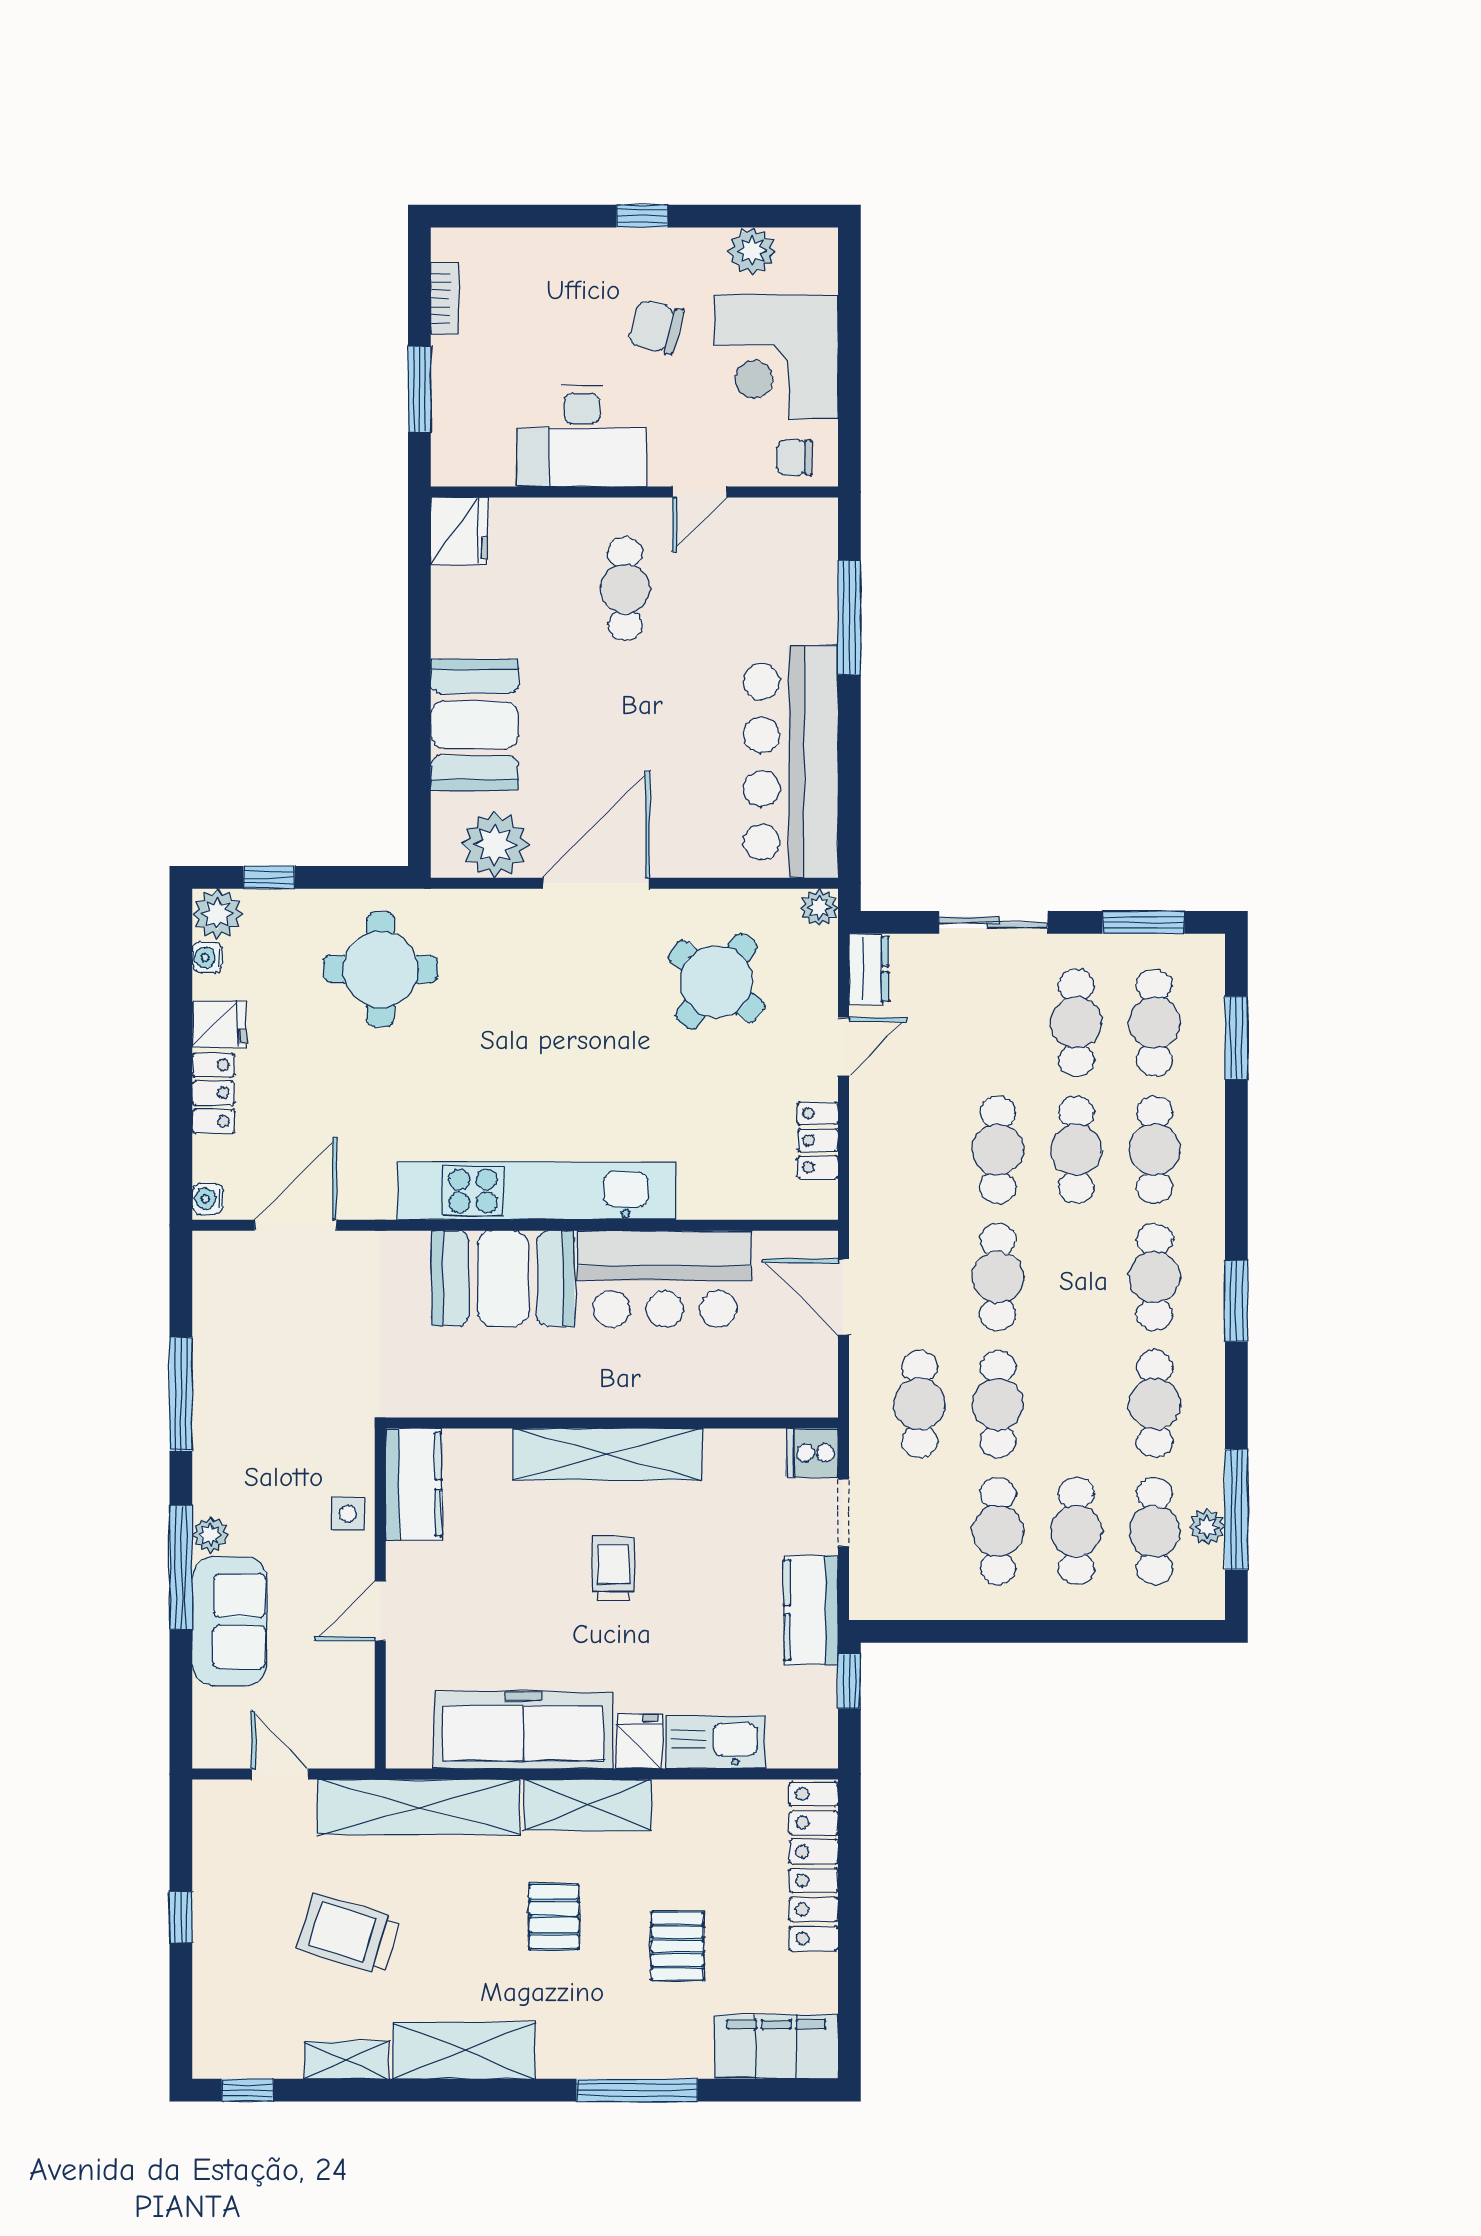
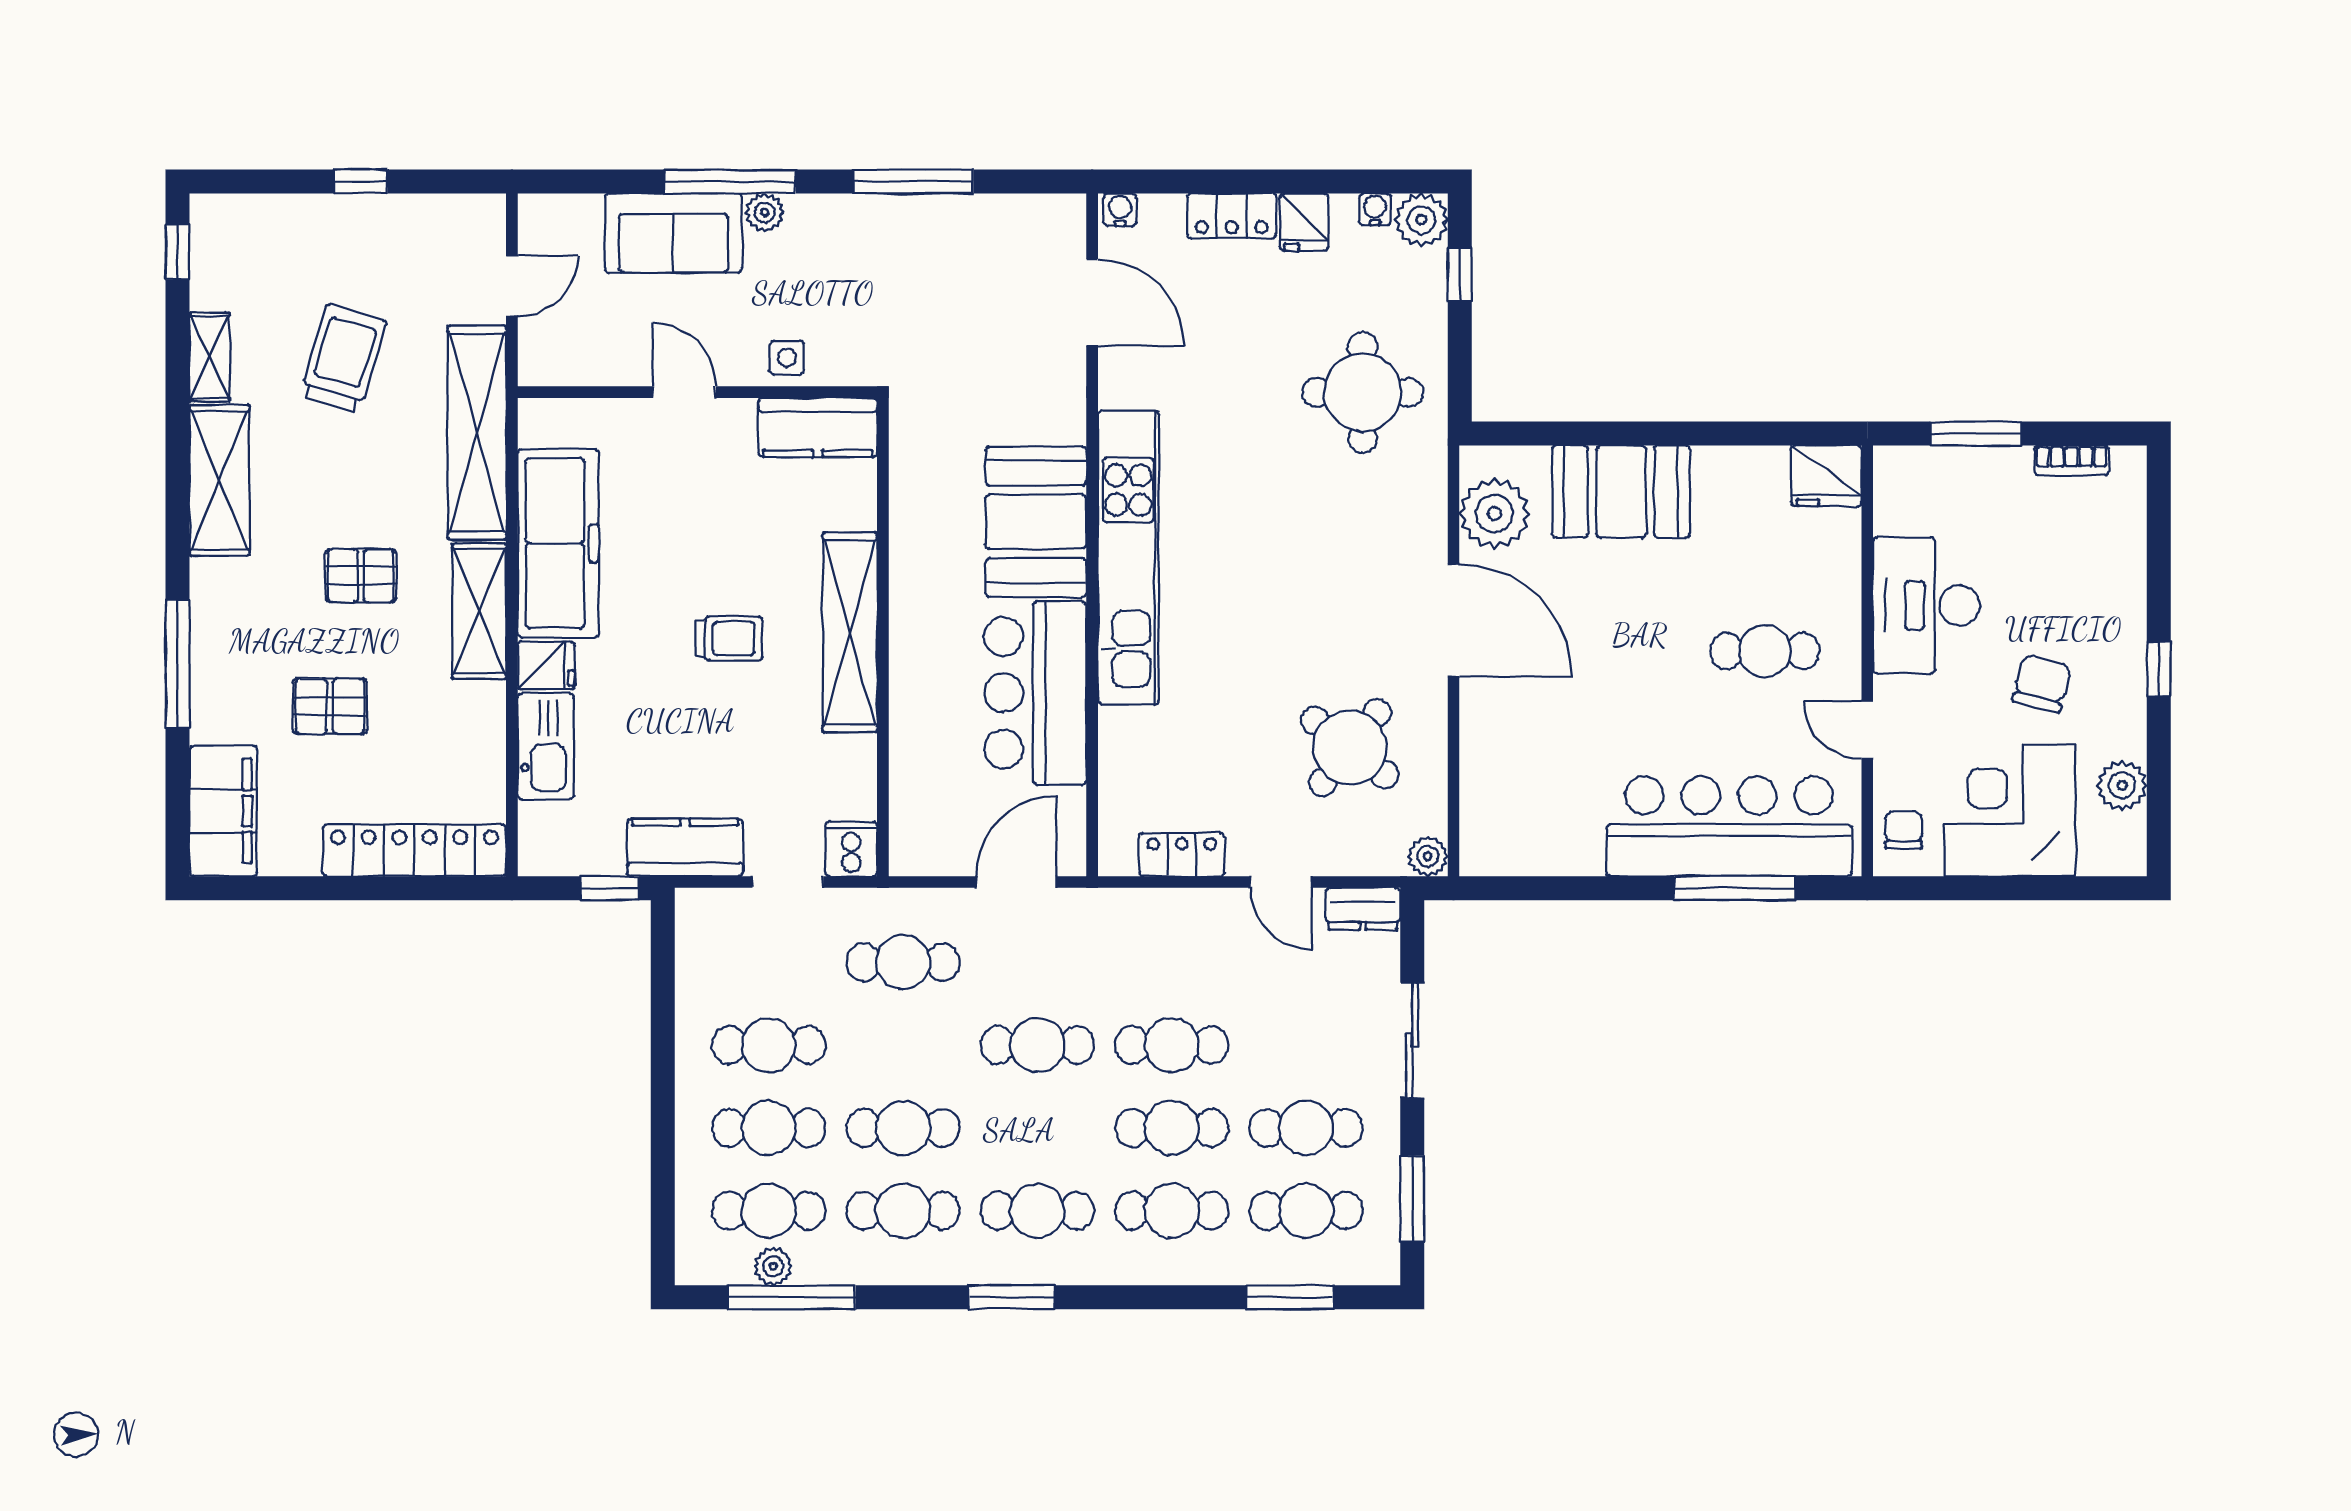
bar counter: (791, 762) -> (1729, 826), moved
cafe table: (998, 1404) -> (903, 1128), moved

